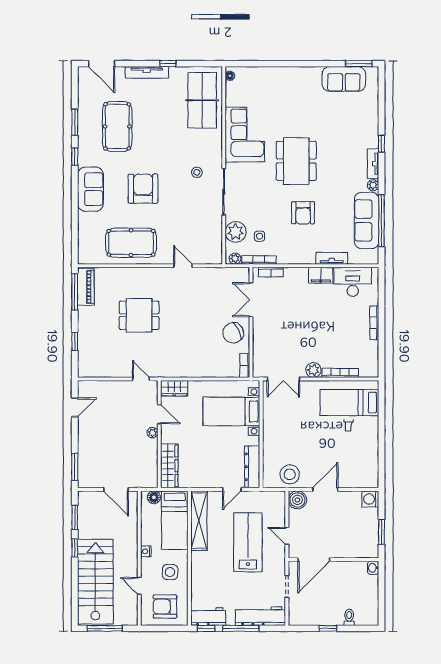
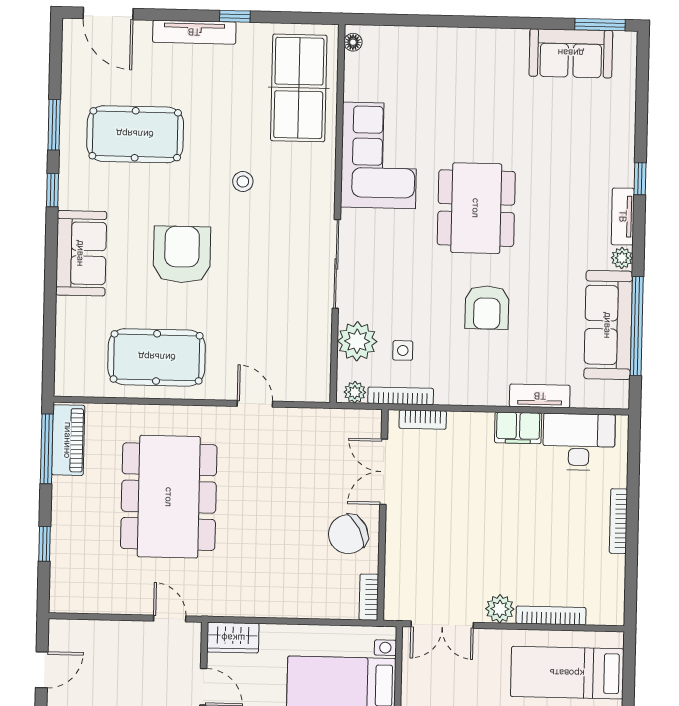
pool table: (117, 126) -> (135, 134), turned 90
stool: (197, 172) -> (243, 181), moved
dining table: (139, 315) -> (169, 497), width x1.88, depth x1.24

